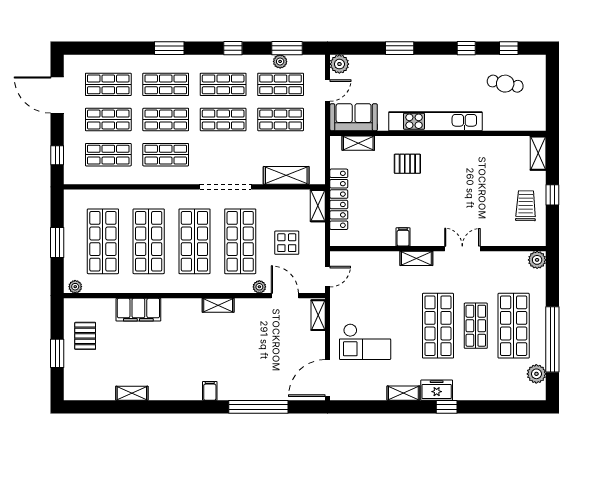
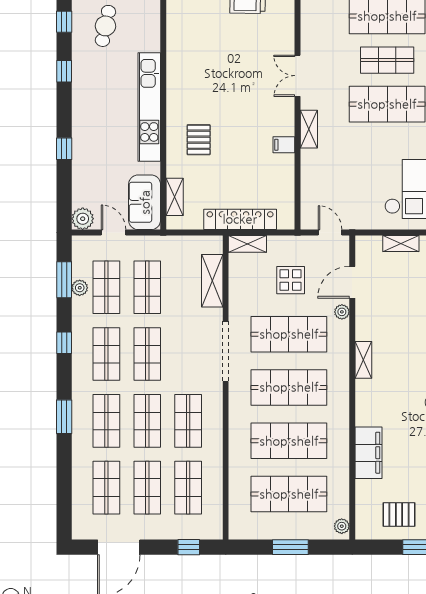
window: (400, 48) -> (64, 149), width x0.67
shelving: (318, 315) -> (401, 243), moved

